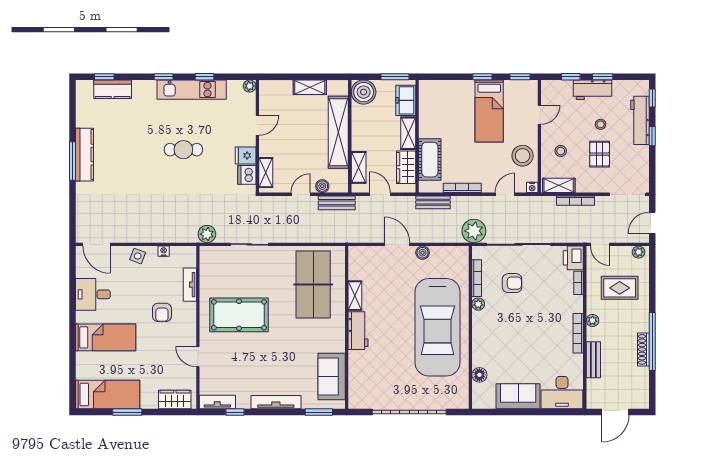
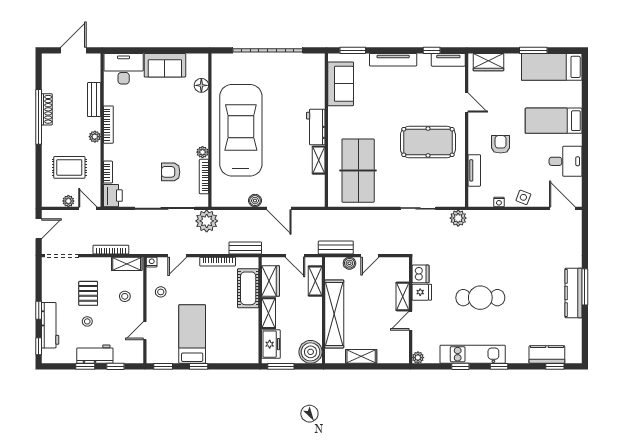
cafe table: (183, 150) -> (480, 298), width x1.37, depth x1.35
stool: (523, 156) -> (161, 292), width x0.53, depth x0.53
shelving: (266, 173) -> (403, 296), moved
plant: (638, 252) -> (68, 201), moved

